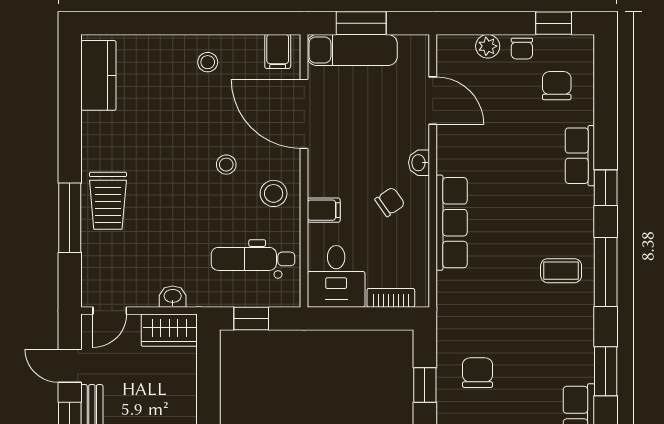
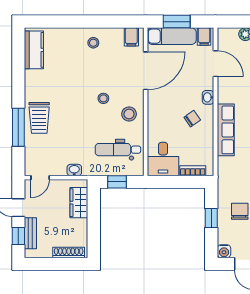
door: (304, 114) -> (146, 71), swing flipped
filing cabinet: (324, 210) -> (204, 36), moved, turned 90
wardrobe: (169, 330) -> (79, 203), moved, turned 90

